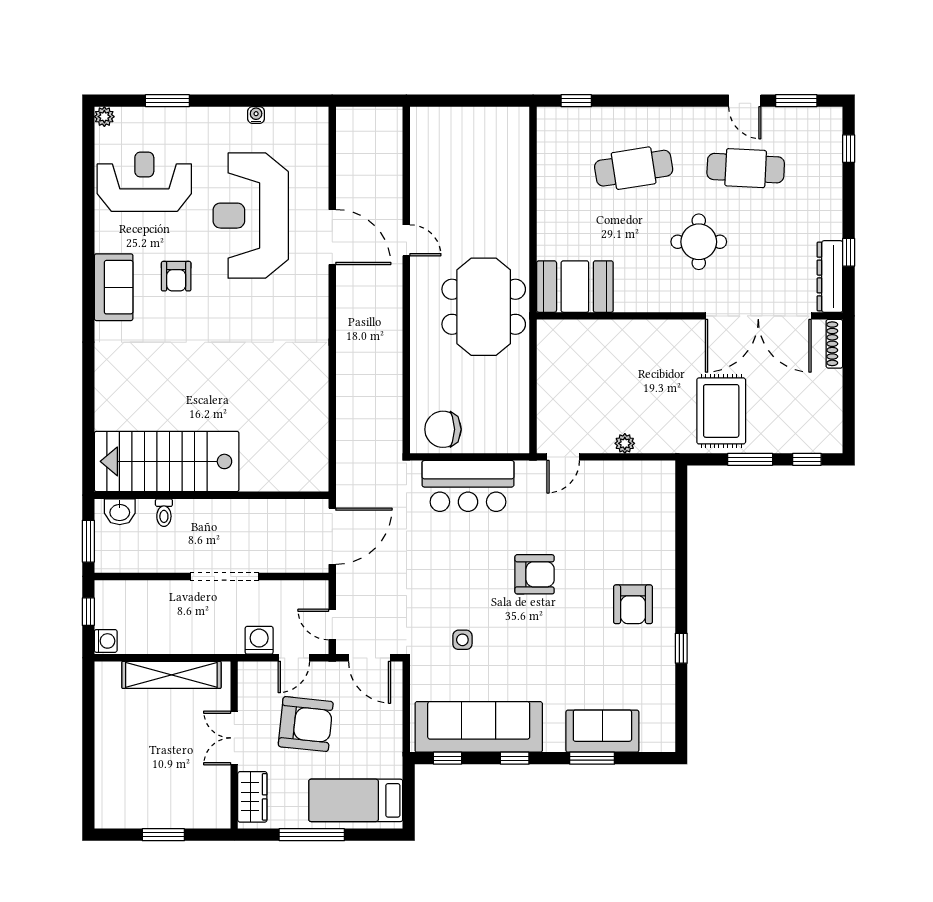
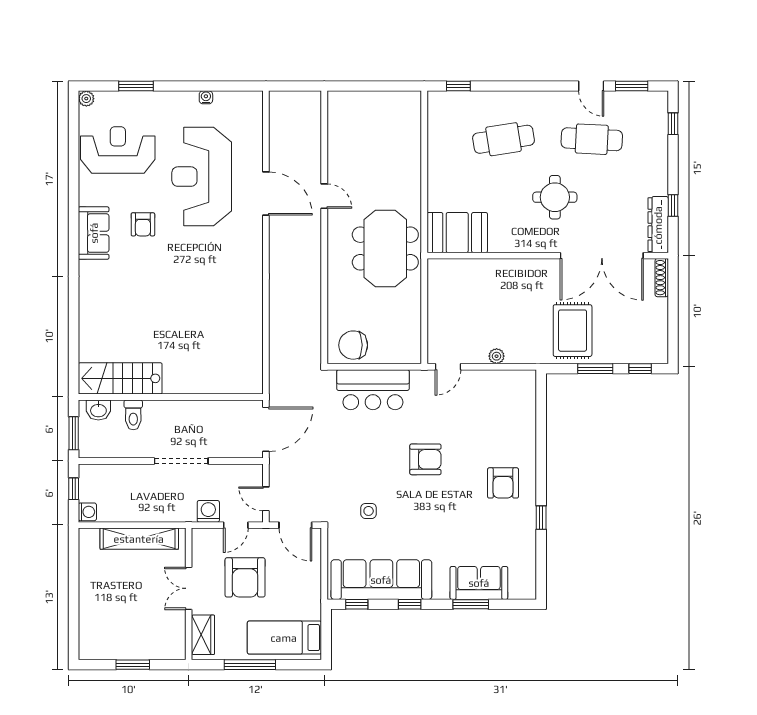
stairs: (167, 461) -> (120, 378), width x0.73, depth x0.66
toilet: (164, 513) -> (133, 415), width x1.37, depth x1.39
armchair: (306, 724) -> (245, 577), turned 84

